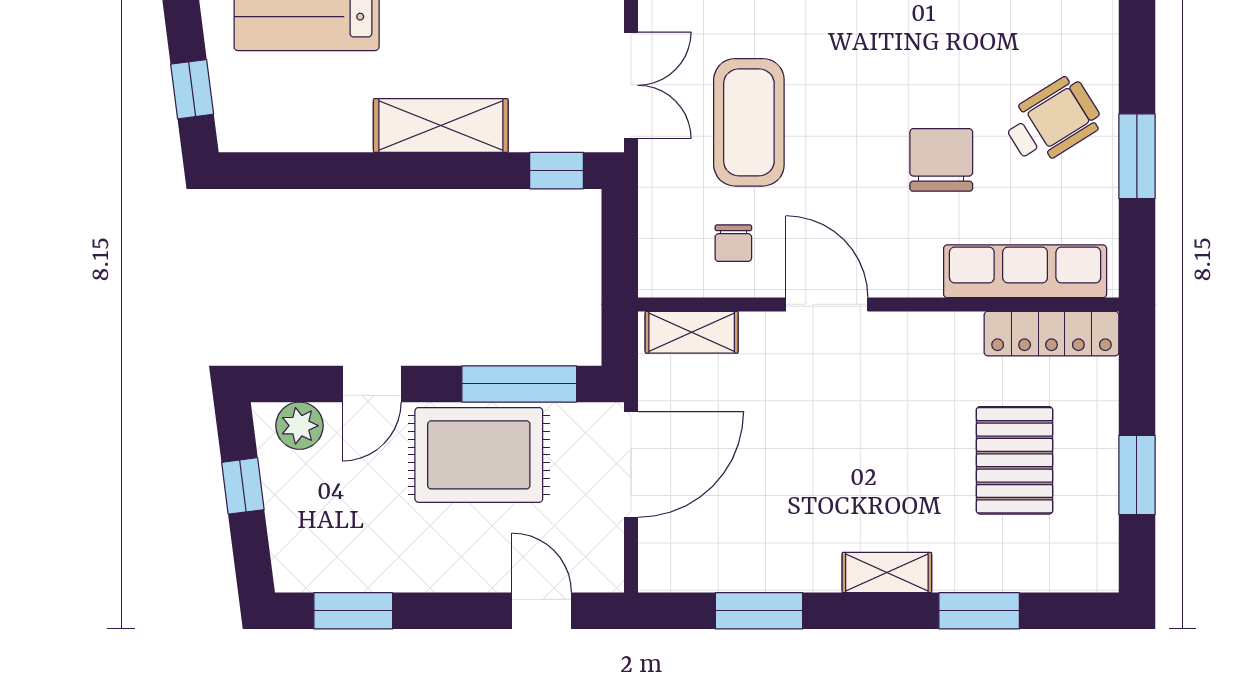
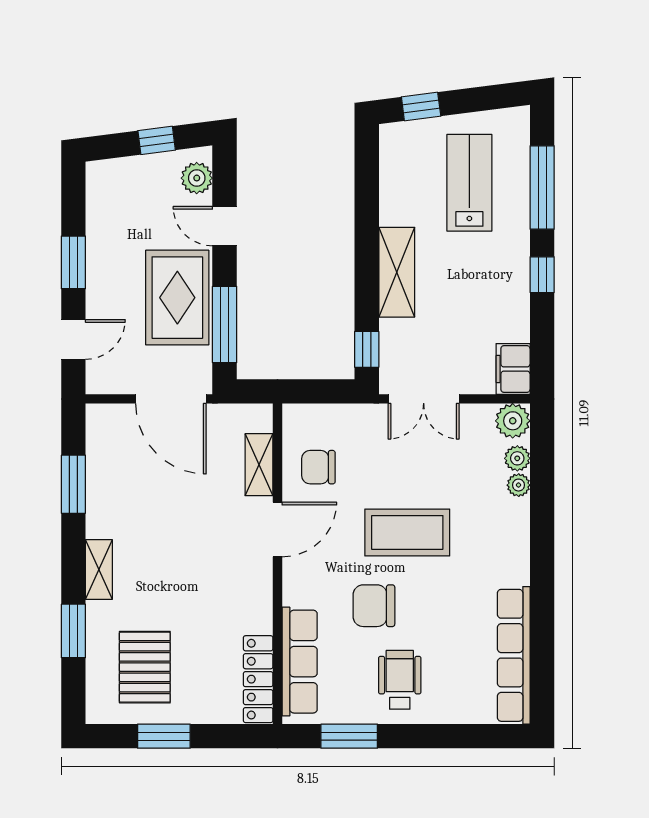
wheelchair: (1052, 121) -> (400, 680), turned -148
coffee table: (749, 122) -> (407, 532), moved
window: (1137, 156) -> (349, 736), moved
chair: (941, 160) -> (374, 606), turned 180
chair: (733, 243) -> (318, 467), width x1.37, depth x1.37
shelving: (692, 332) -> (259, 465), moved
pallet: (1015, 460) -> (145, 667), moved, turned 90
window: (353, 611) -> (73, 262), moved

